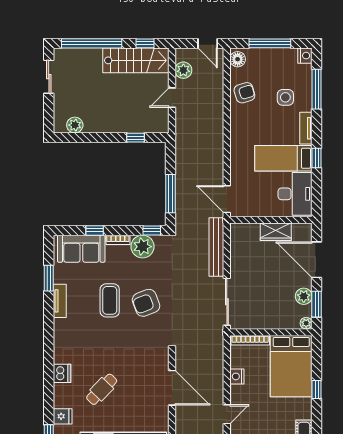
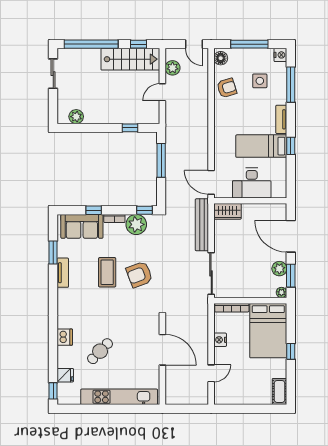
side table: (285, 97) -> (260, 81), moved
window: (170, 194) -> (161, 160), moved
desk: (295, 194) -> (252, 183), moved, turned 90
wardrobe: (276, 232) -> (227, 211), moved

